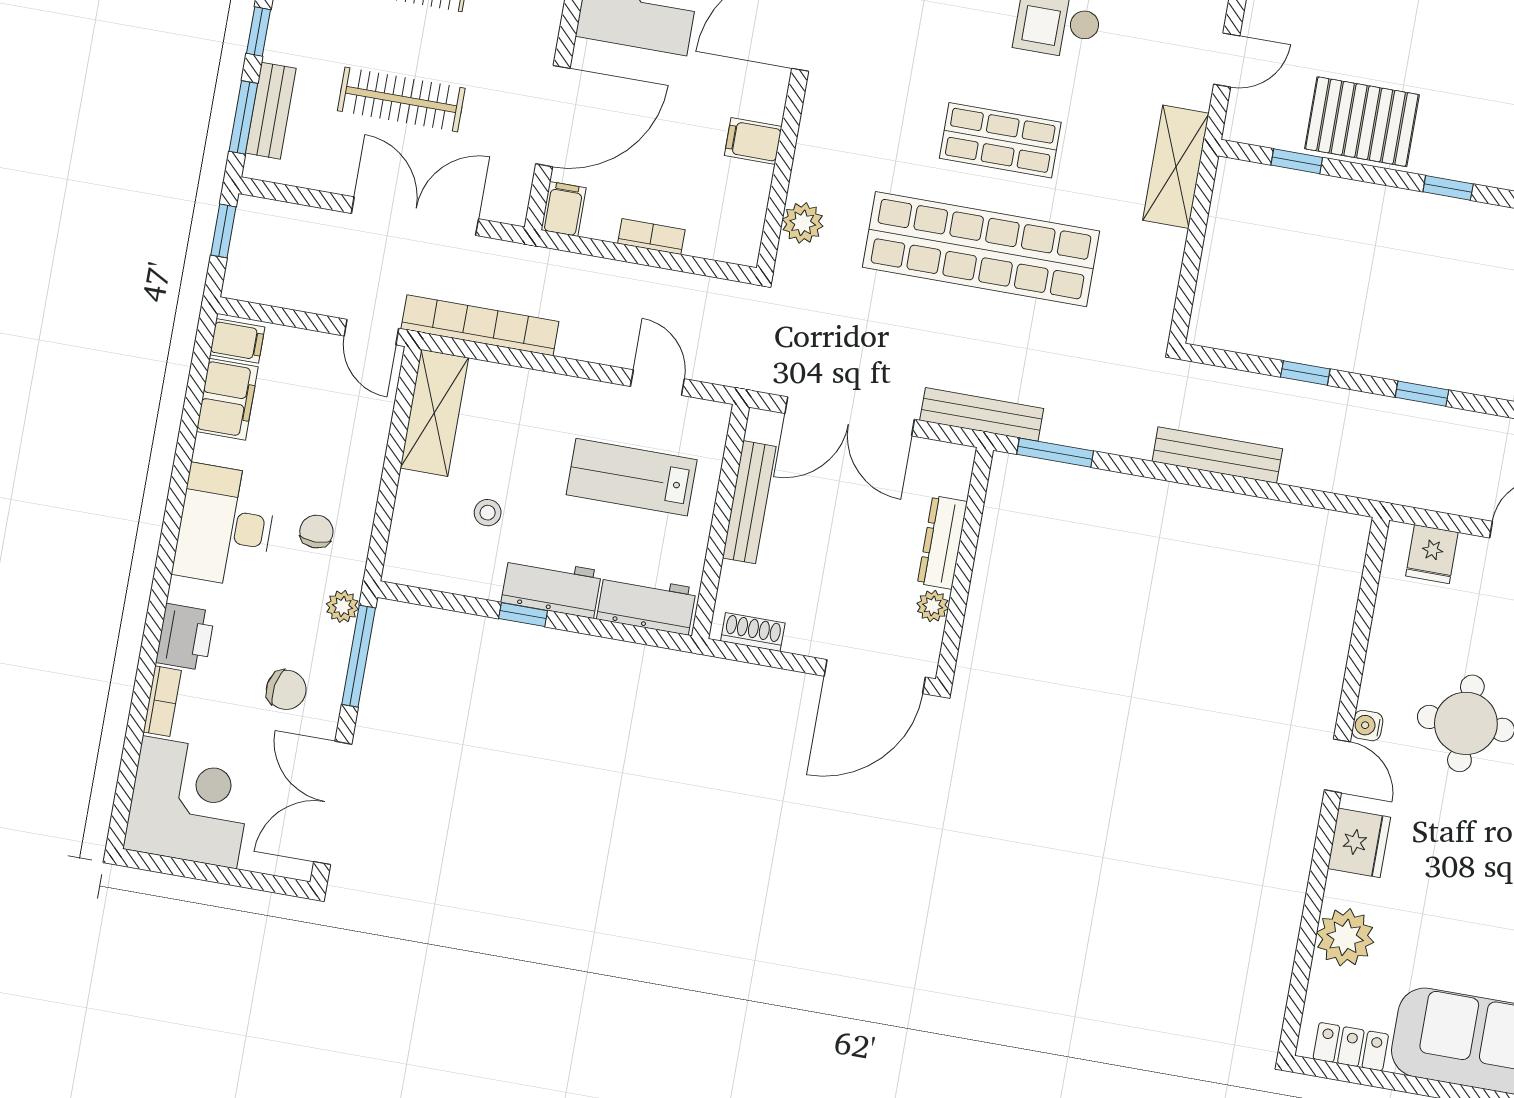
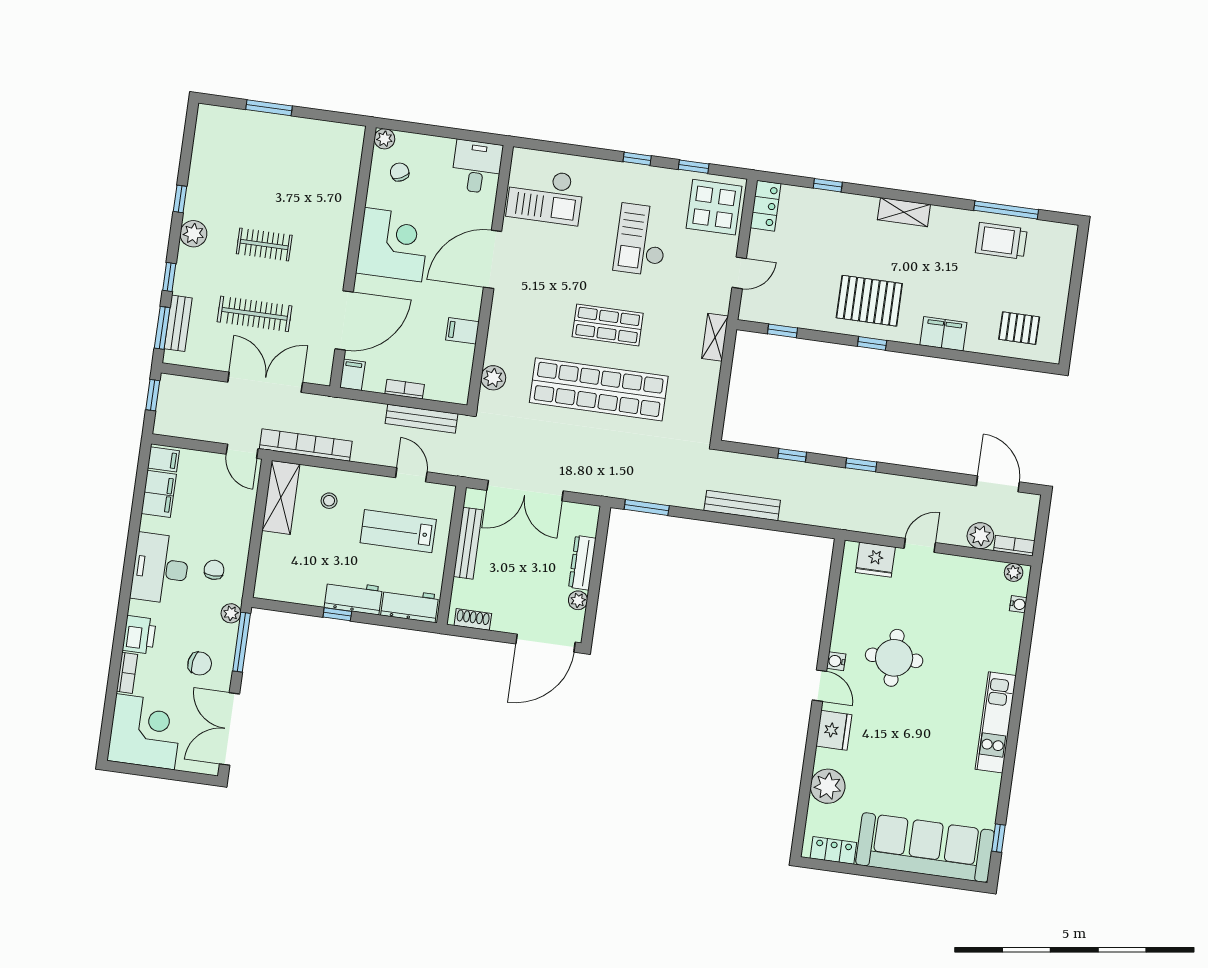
pallet: (1362, 122) -> (869, 301), moved
shelving: (1176, 167) -> (715, 337), width x0.67, depth x0.75
bench: (982, 414) -> (421, 419), moved
stool: (488, 513) -> (329, 501), moved
fridge: (1432, 554) -> (875, 560), width x1.38

